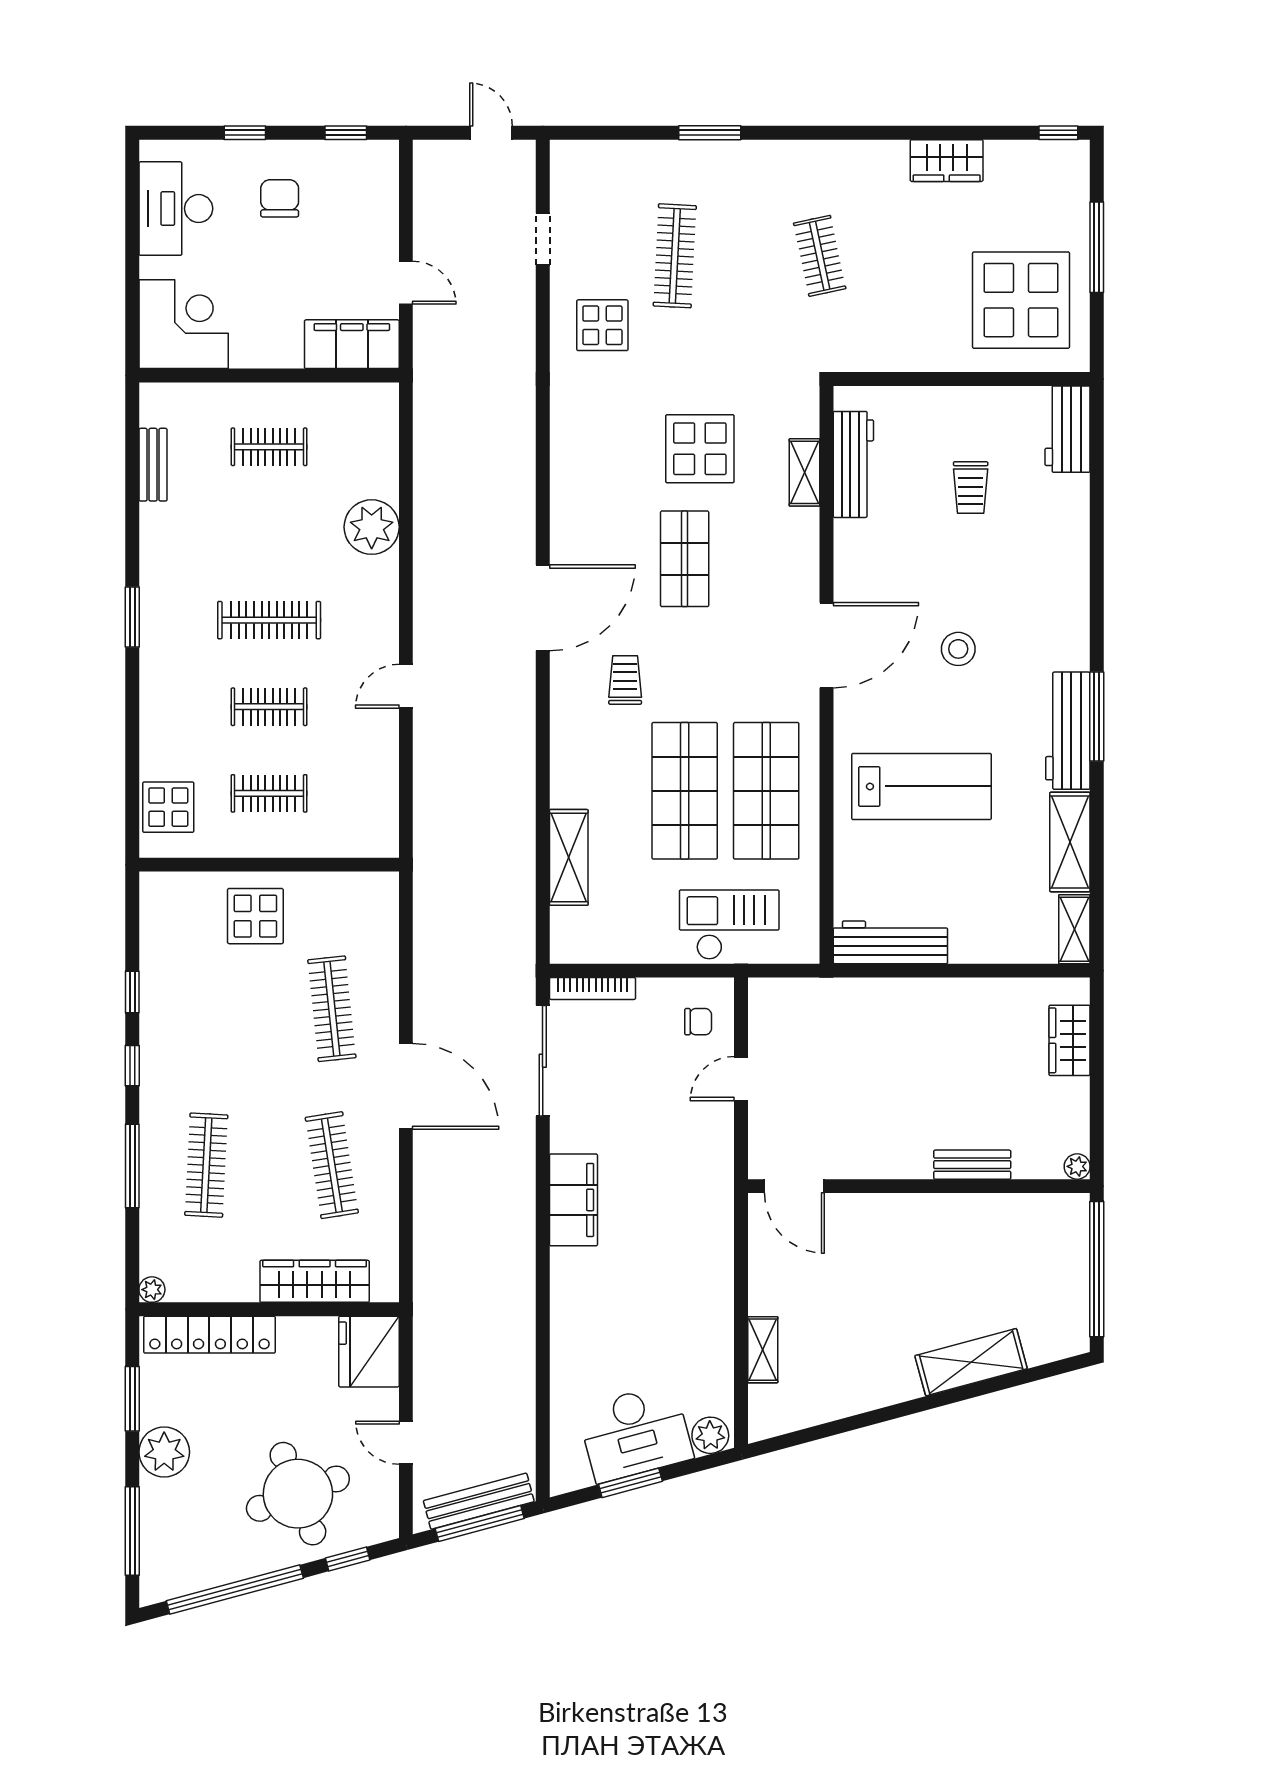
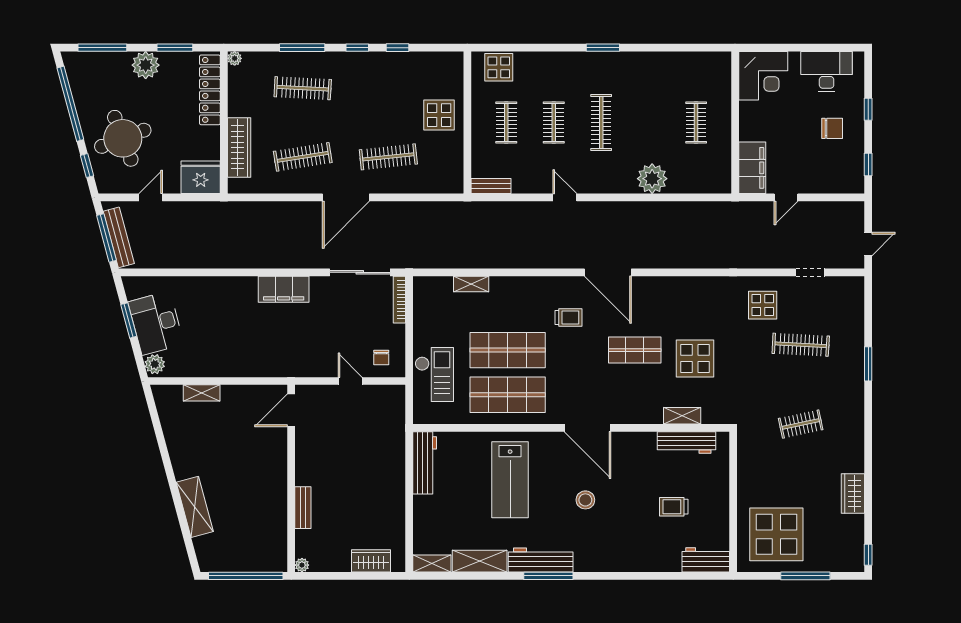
bench: (153, 465) -> (491, 186), moved
shelving: (569, 857) -> (471, 284), width x0.67, depth x0.75

